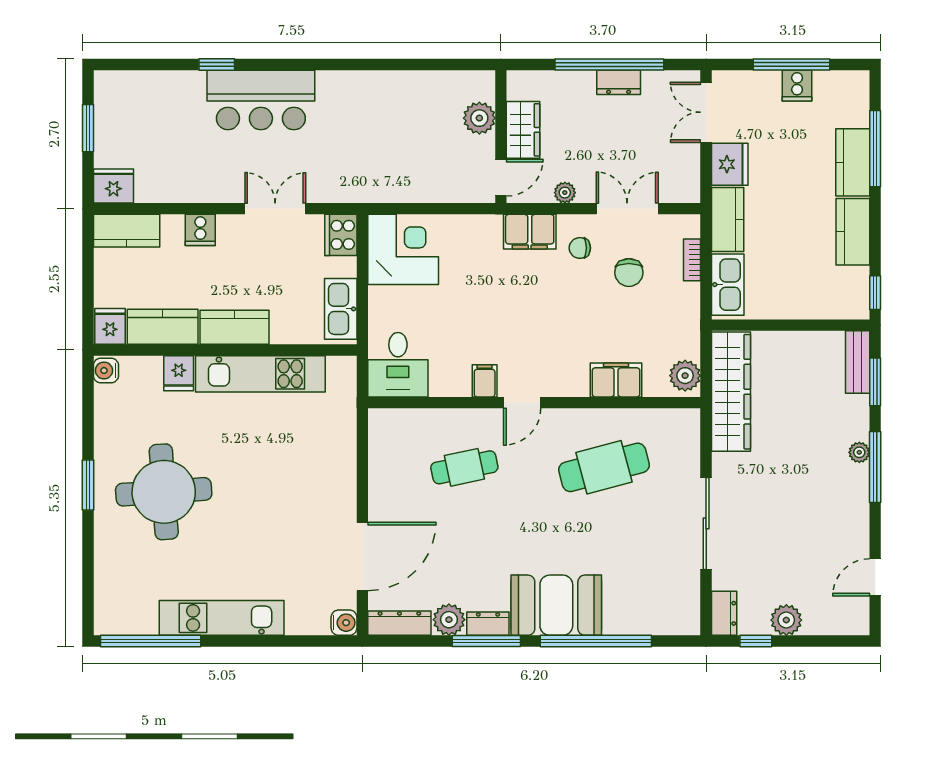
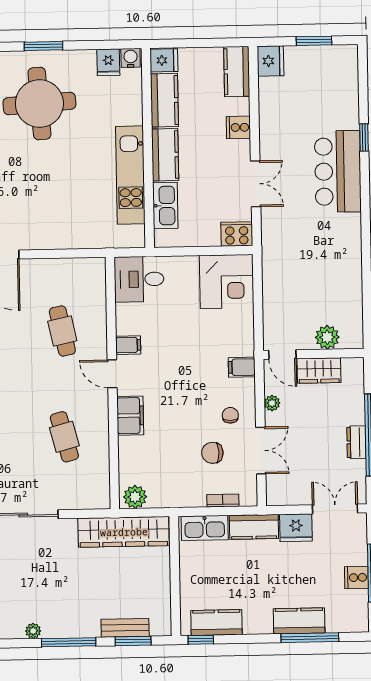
filing cabinet: (530, 232) -> (242, 367), width x0.50
kitchen counter: (853, 232) -> (216, 623), moved
kitchen sink: (341, 309) -> (165, 206), moved, turned 90
bench: (858, 362) -> (125, 628), moved
fridge: (179, 373) -> (108, 62), moved, turned -90
filing cabinet: (616, 380) -> (130, 416), moved
plant: (859, 452) -> (33, 631), moved
cafe table: (604, 467) -> (64, 437), width x0.73, depth x0.74

